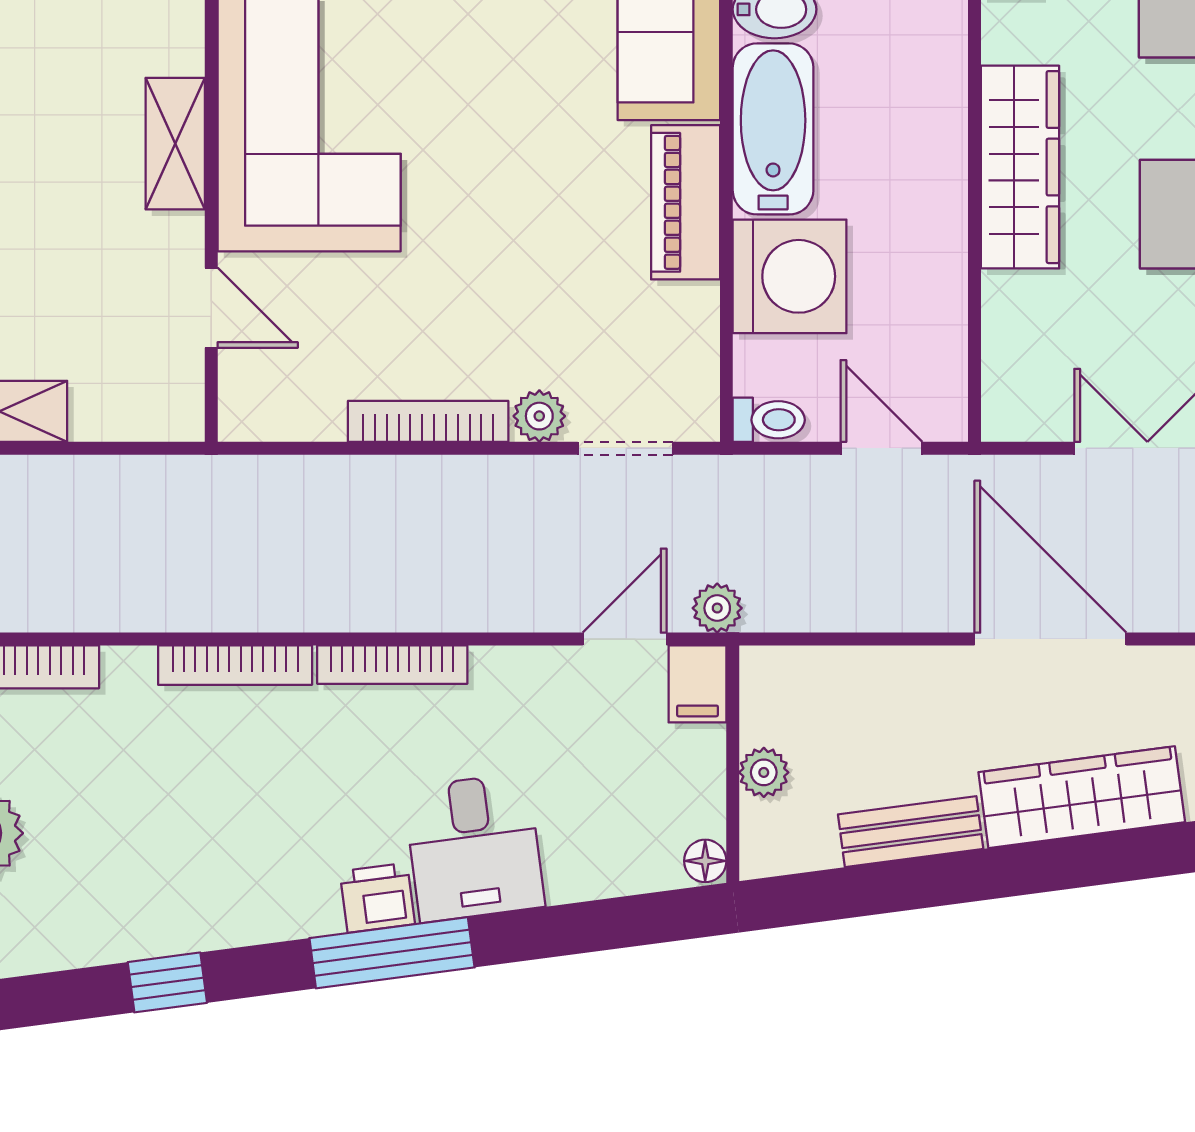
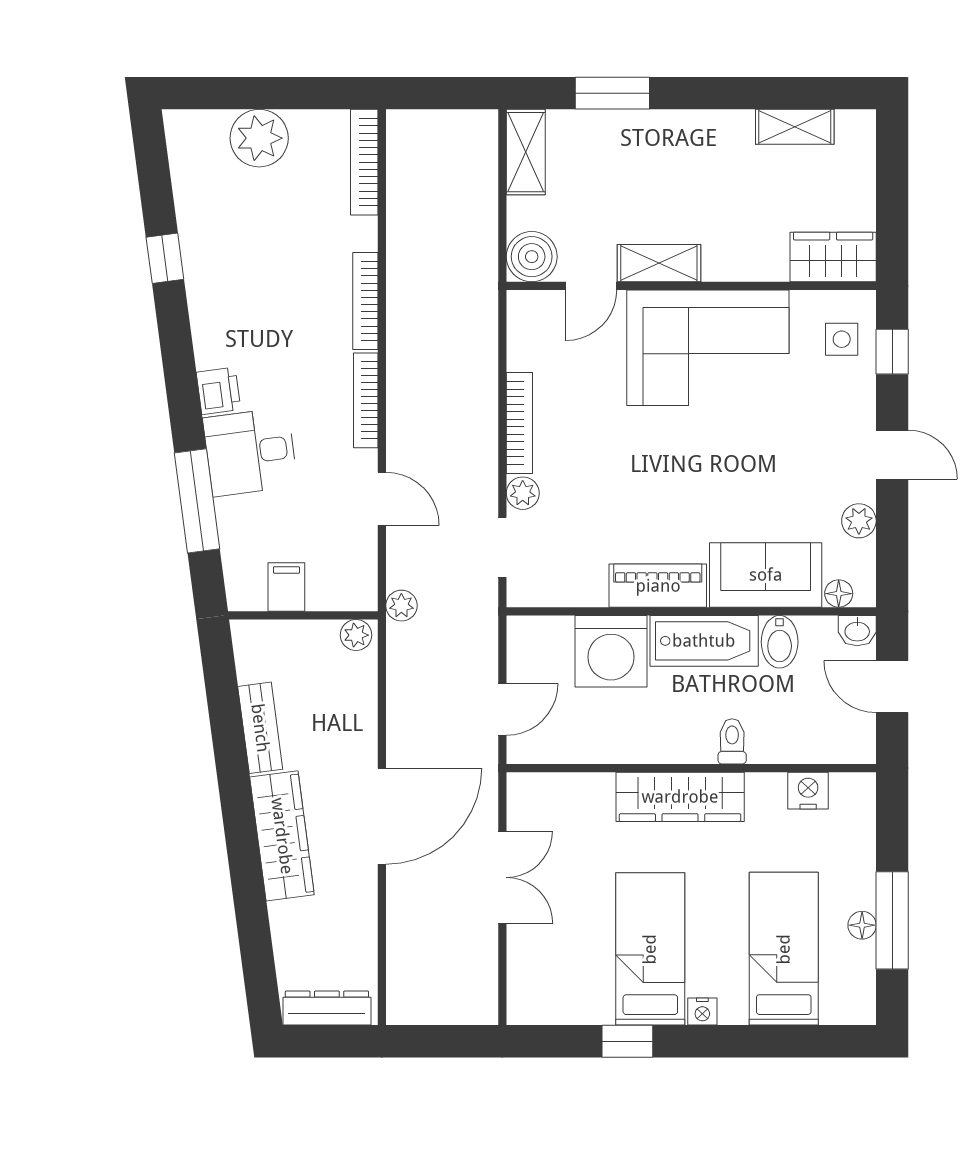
shelving: (175, 144) -> (659, 263), moved
boiler: (165, 402) -> (532, 257), added
toilet: (769, 420) -> (732, 741), moved, turned 180
door: (625, 639) -> (382, 499), moved
filing cabinet: (697, 684) -> (286, 587), moved, turned 90
plant: (764, 772) -> (356, 635), moved
floor lamp: (705, 861) -> (242, 598), removed
window: (392, 953) -> (197, 501), moved

